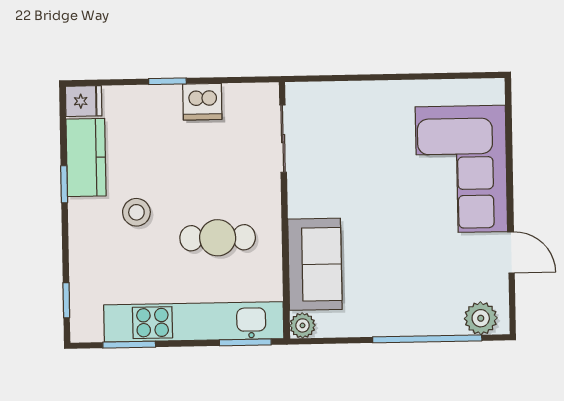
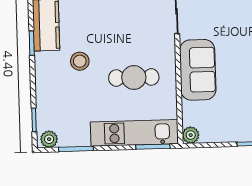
sofa: (315, 264) -> (198, 70), moved
kitchen unit: (194, 322) -> (134, 133), width x0.73
plant: (89, 329) -> (49, 139), added

